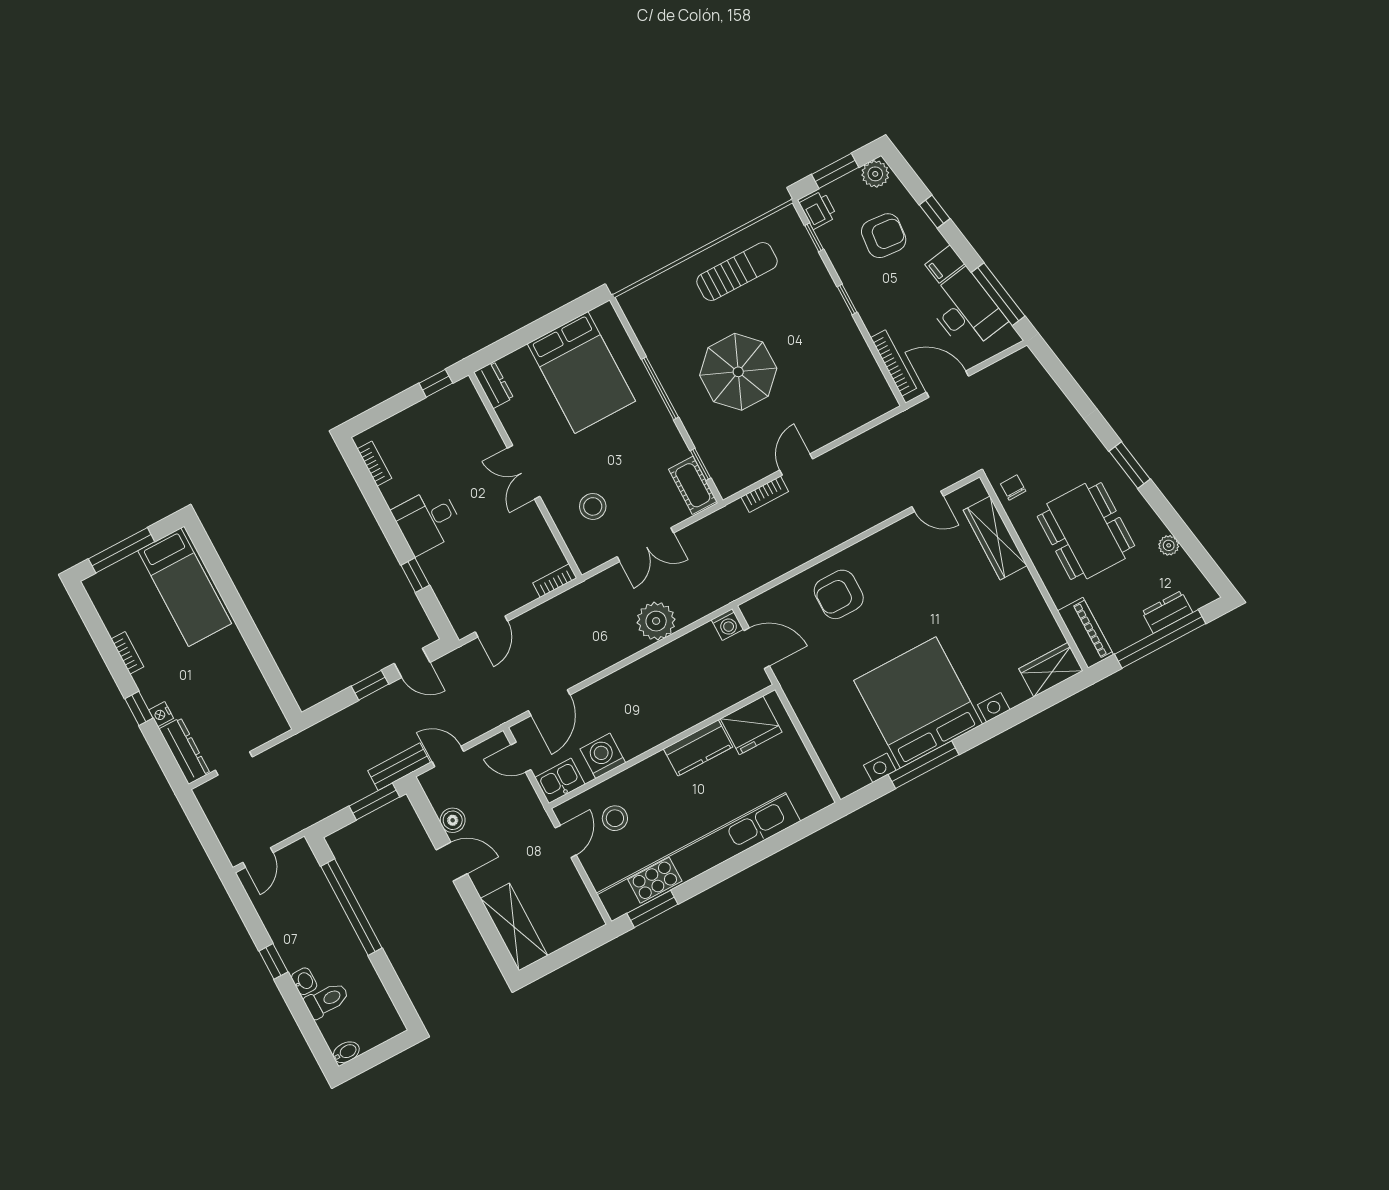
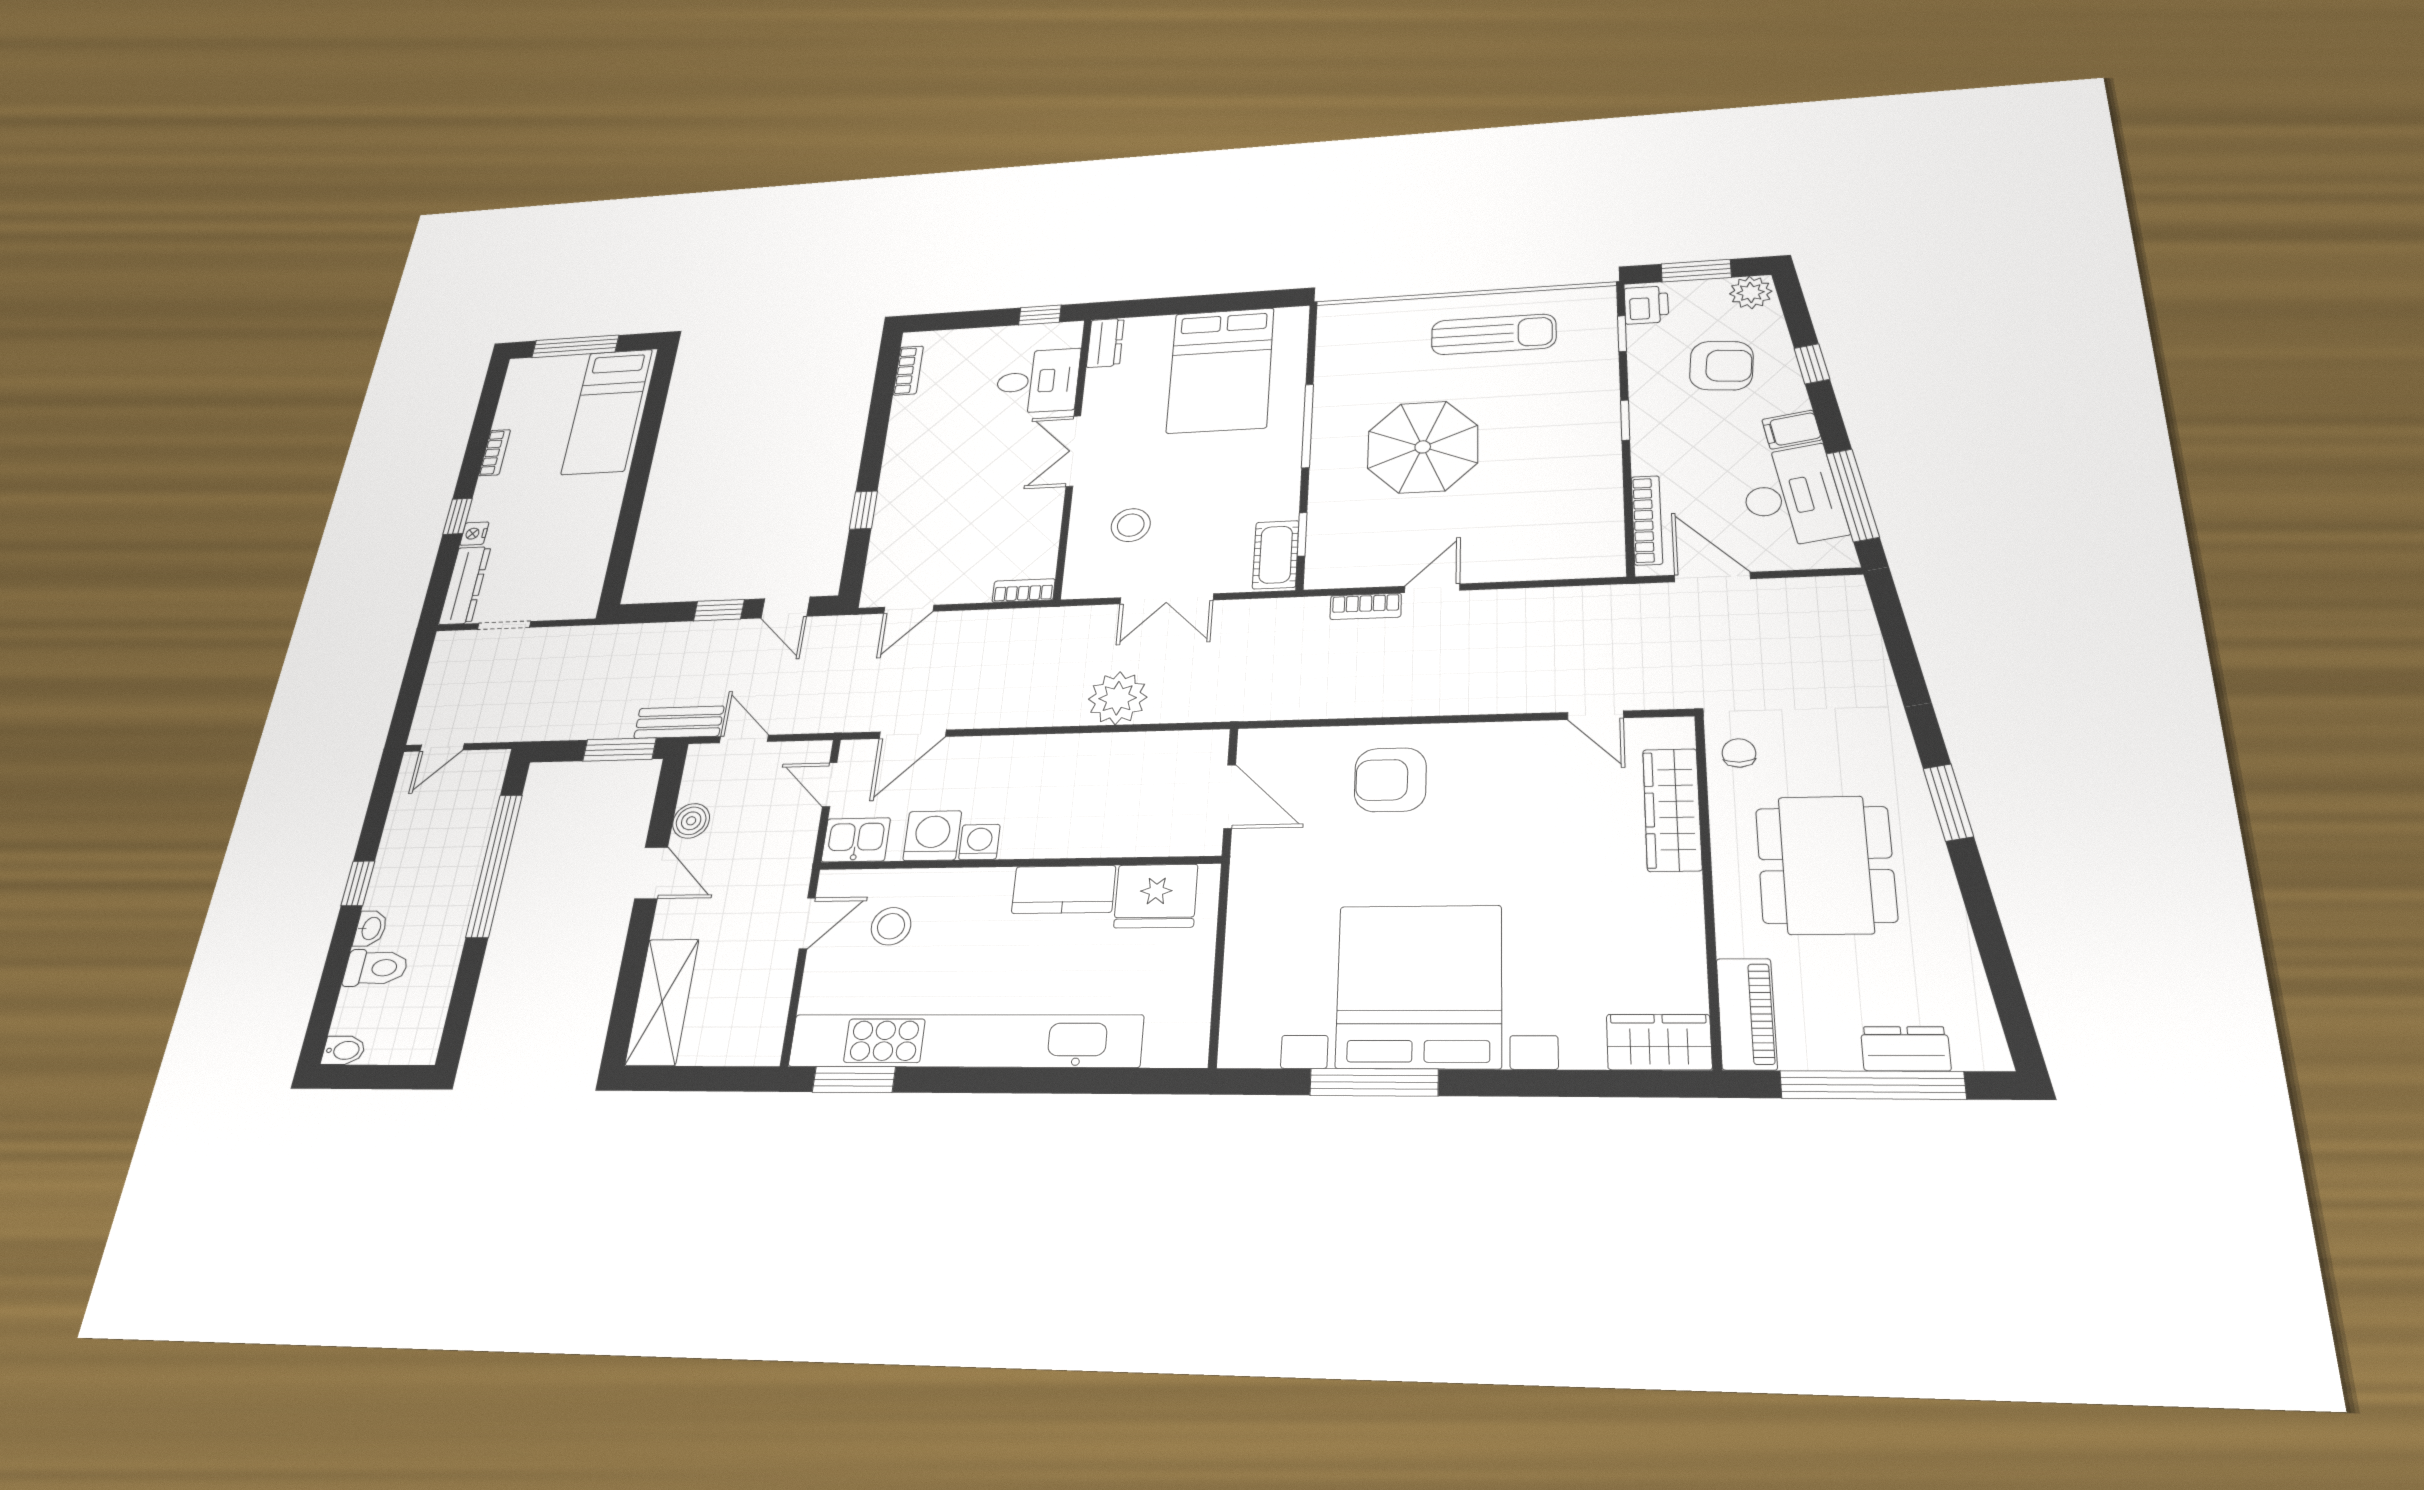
desk: (428, 520) -> (1038, 381), moved, turned 180
plant: (1169, 545) -> (1958, 948), removed
washing machine: (727, 624) -> (979, 842), moved, turned 180

